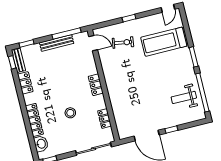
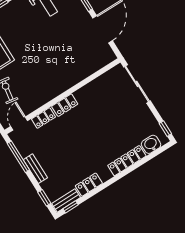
bench: (57, 43) -> (35, 169), width x0.73
stool: (70, 113) -> (106, 123), removed
locker: (105, 118) -> (43, 118), moved

